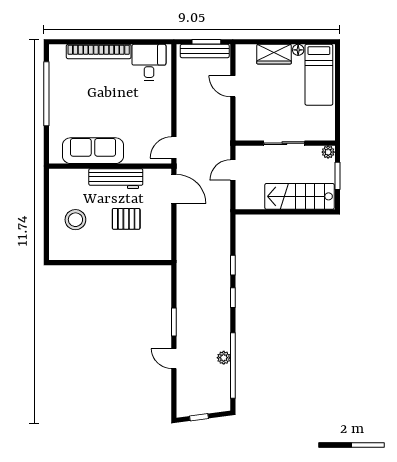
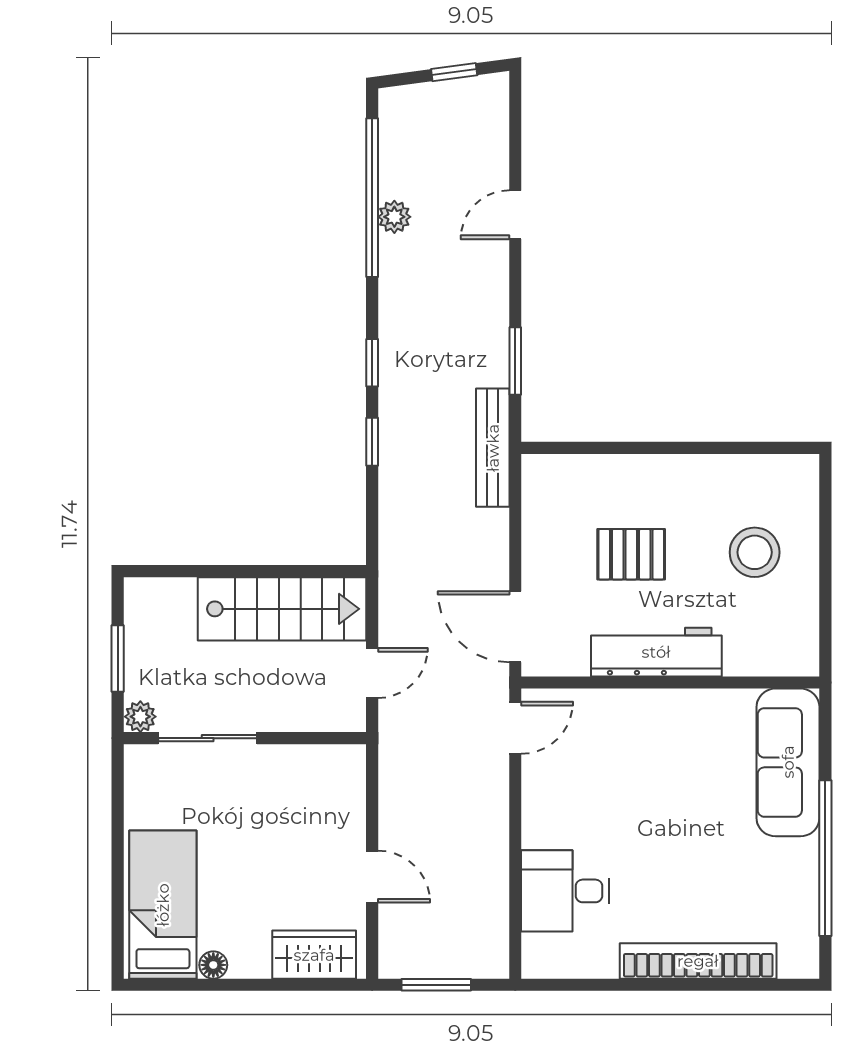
bench: (205, 51) -> (493, 448), moved, turned 90
wardrobe: (274, 54) -> (314, 955), moved
desk: (149, 62) -> (565, 891), moved, turned 90
sliding door: (284, 143) -> (208, 738), moved
sofa: (93, 151) -> (788, 762), moved, turned 90
stairs: (300, 196) -> (282, 609), moved
window: (174, 322) -> (515, 361), moved
door: (174, 359) -> (515, 215), swing flipped

